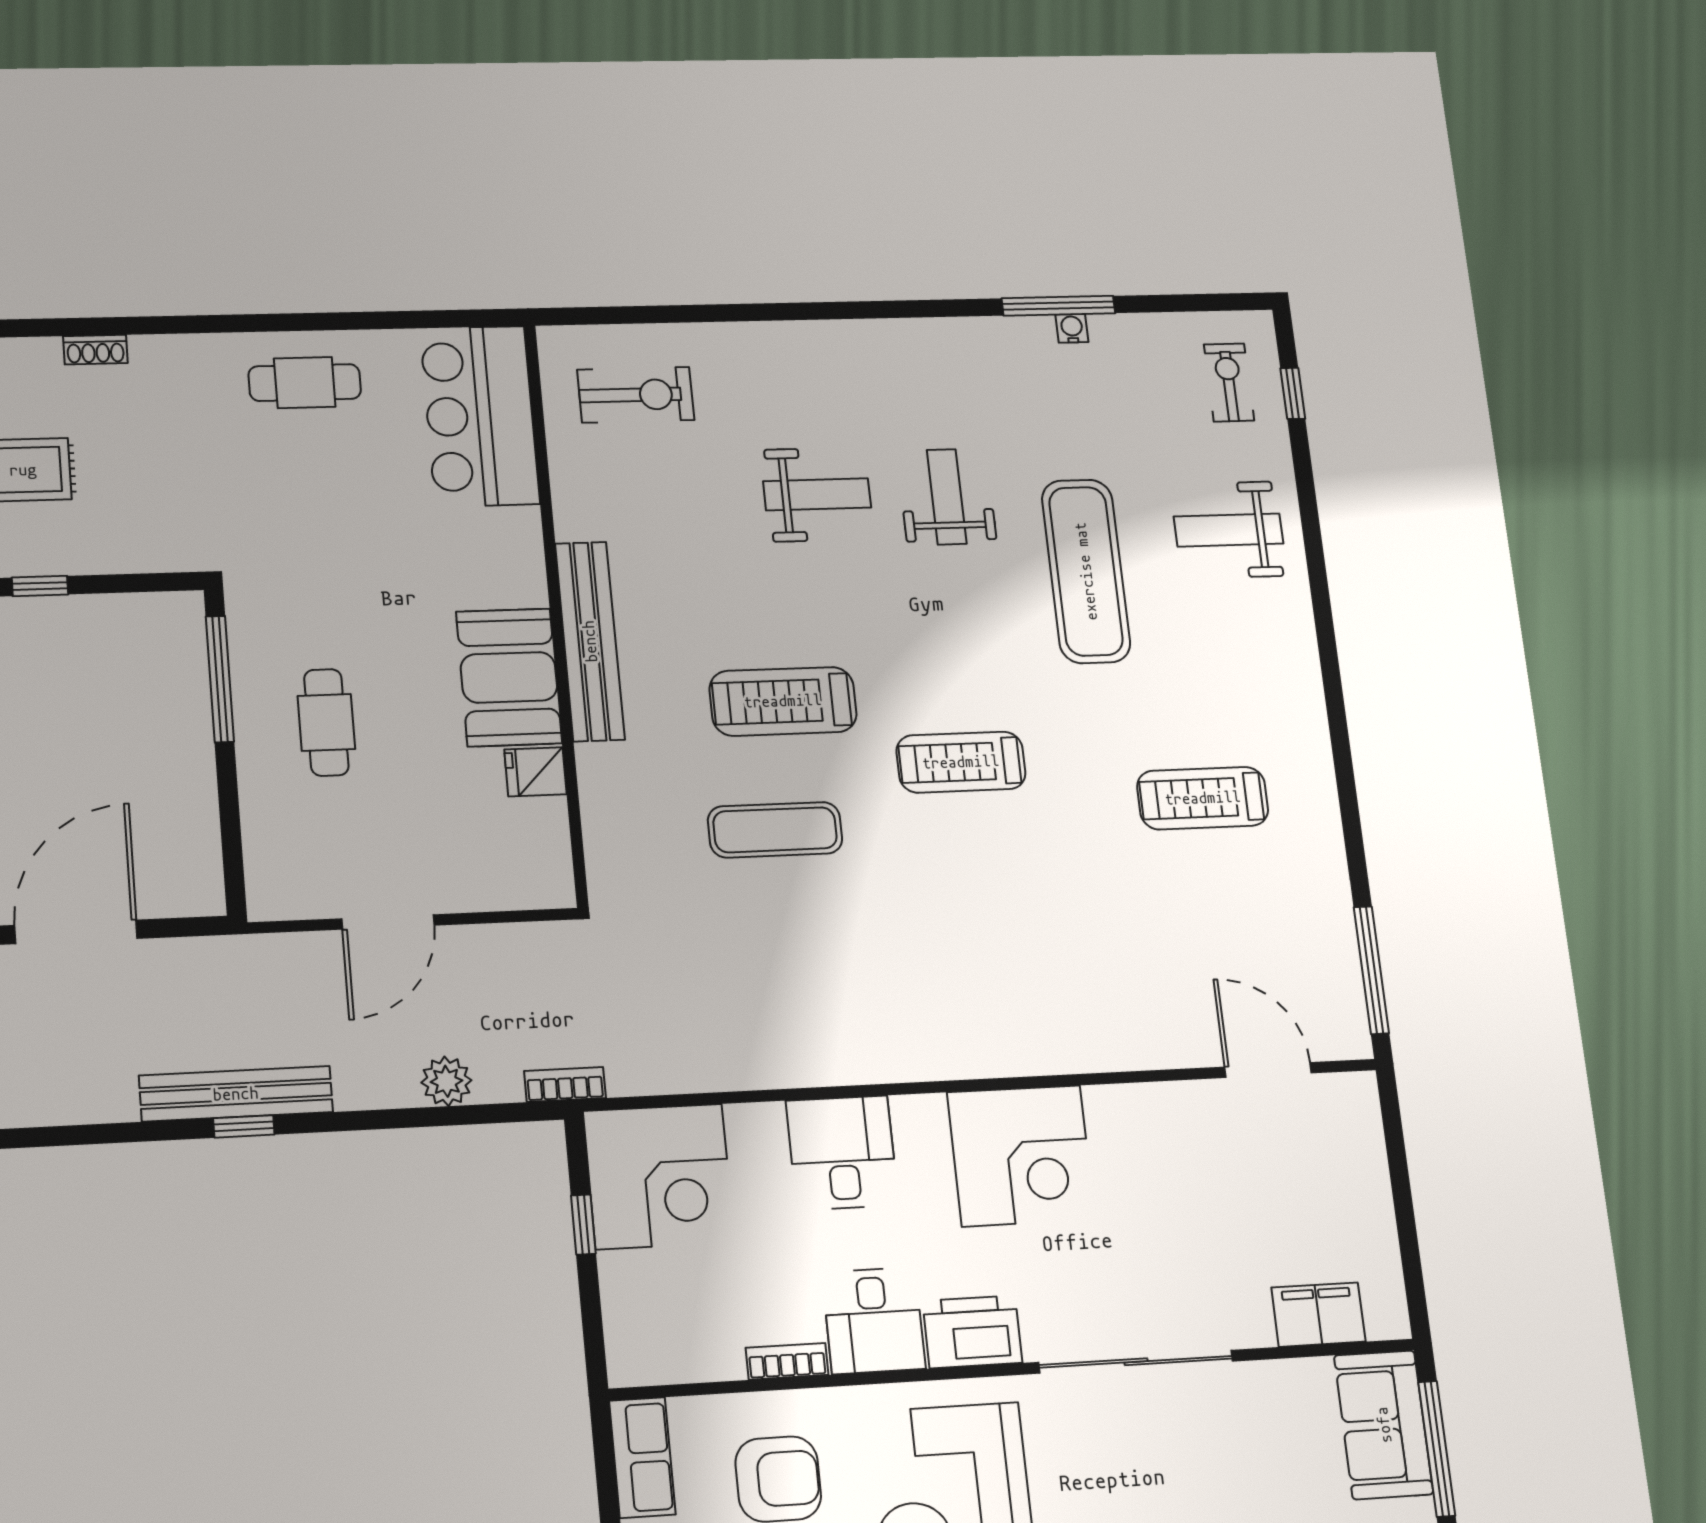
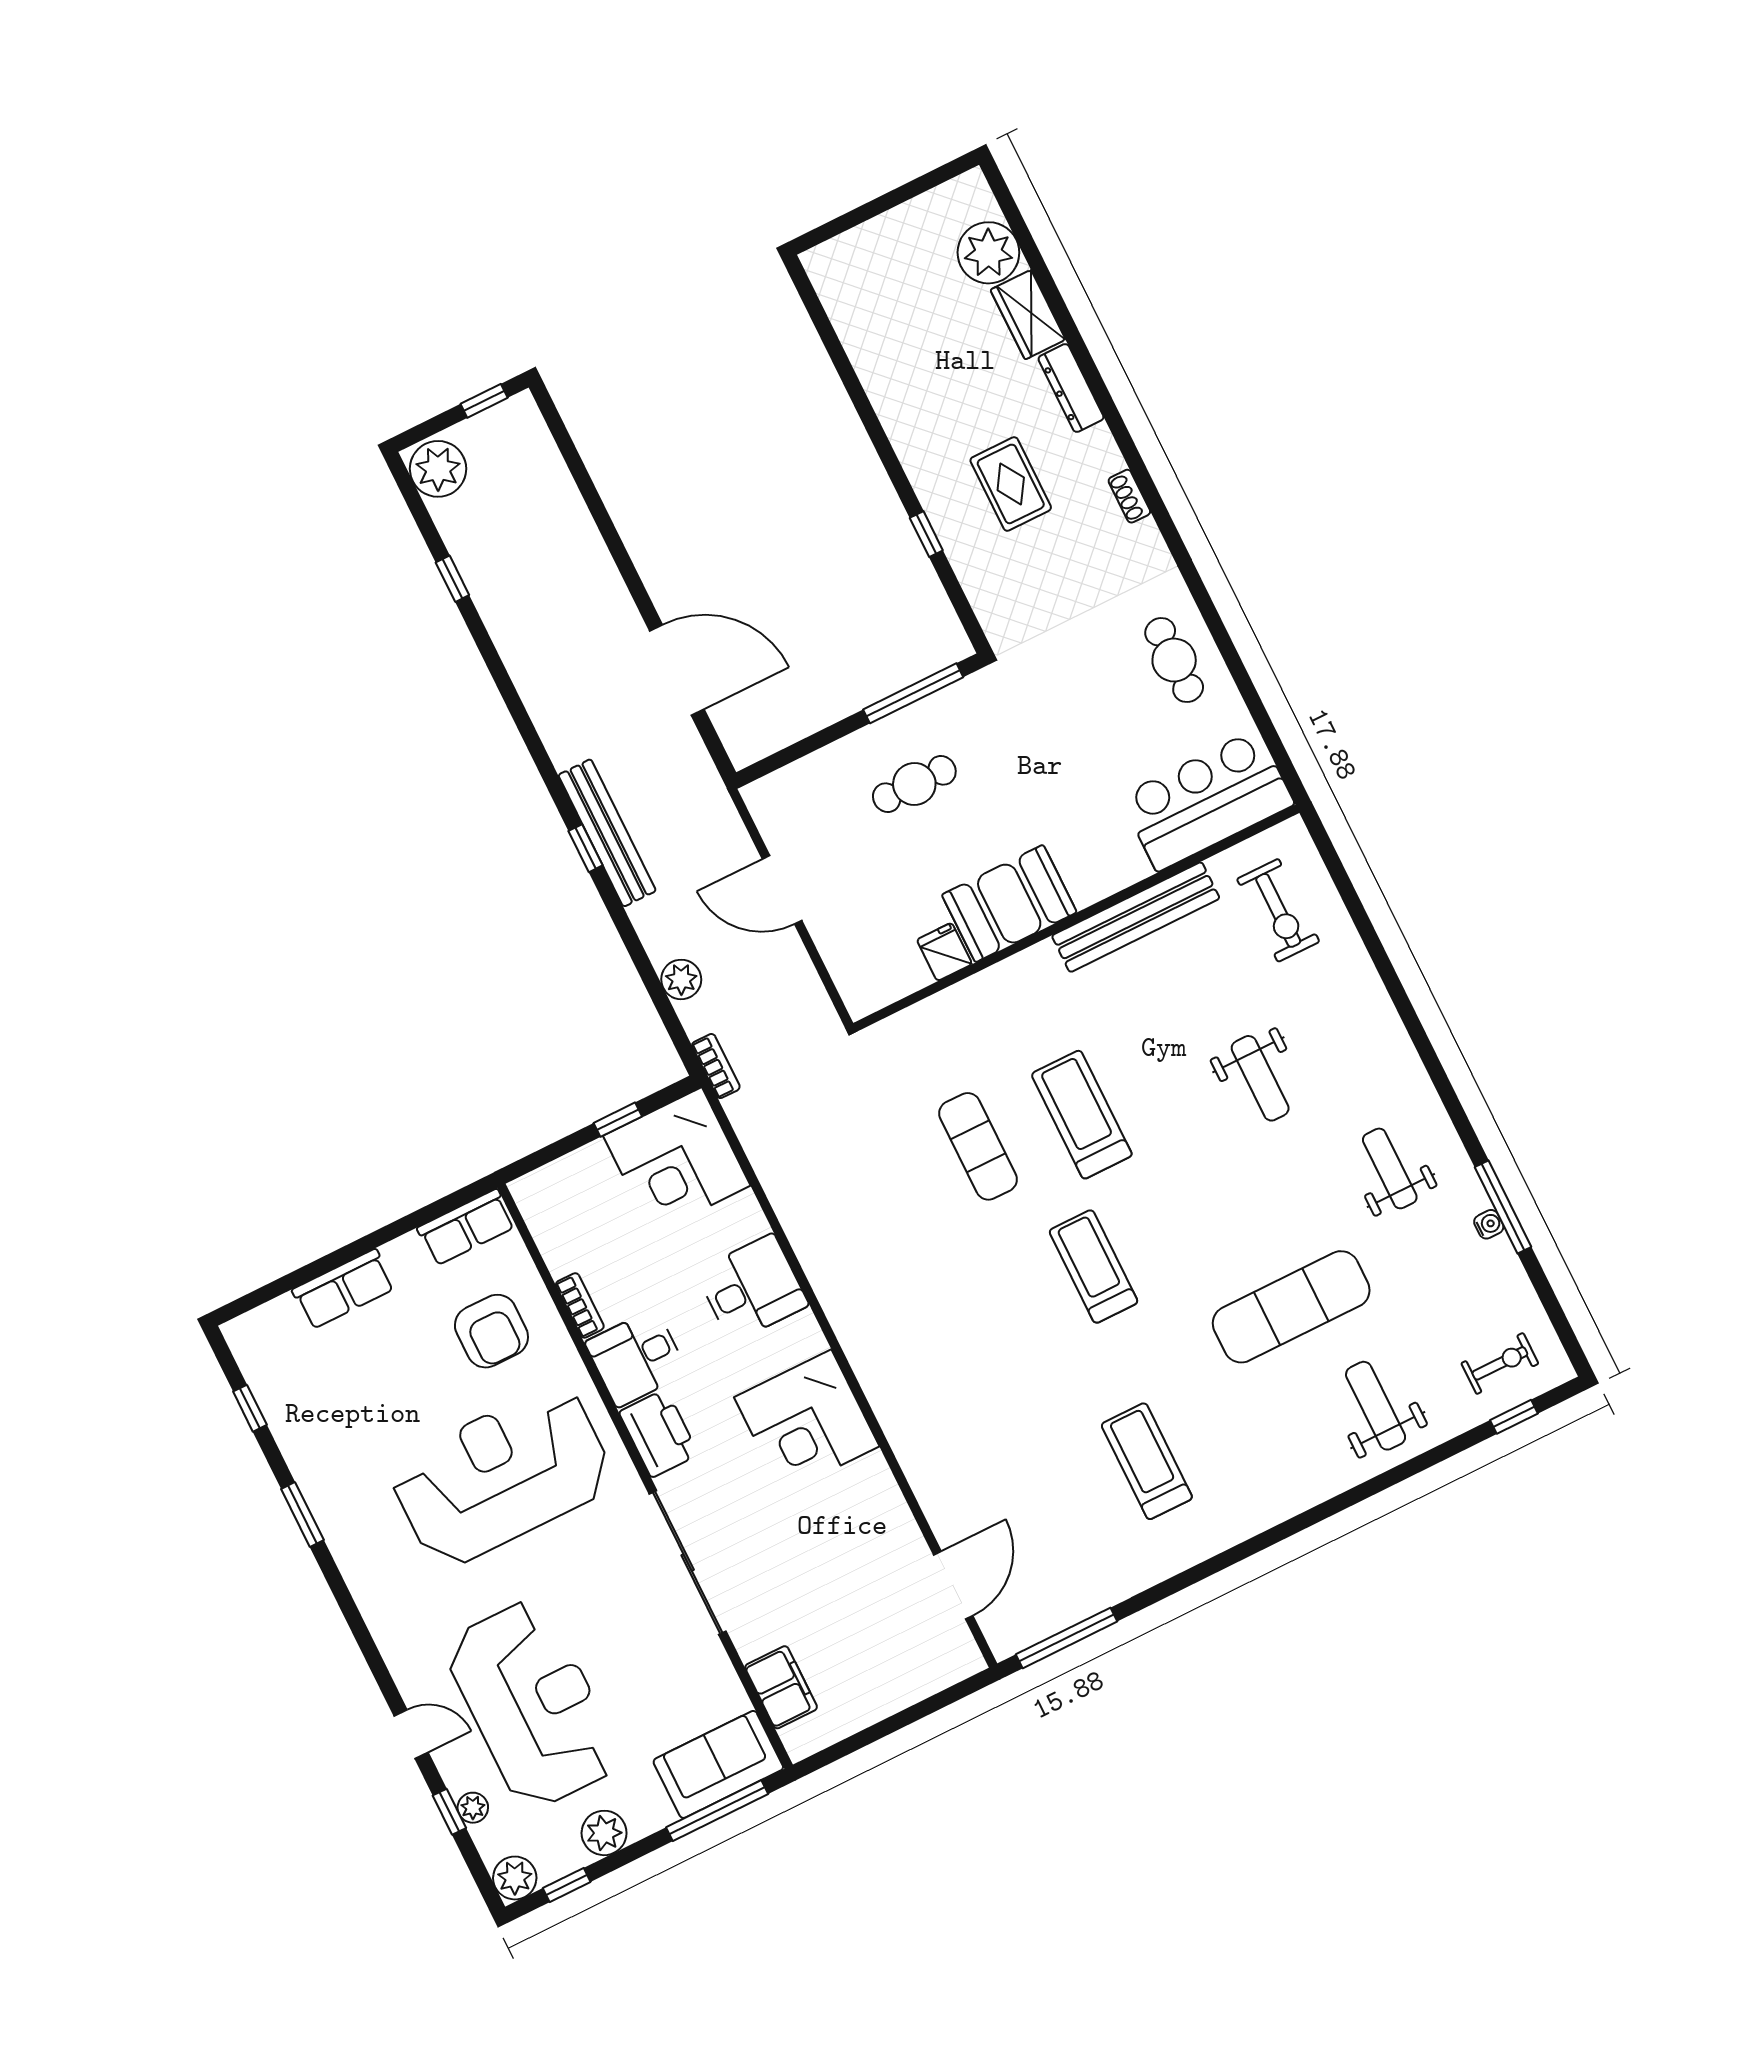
weight bench: (947, 497) -> (1390, 1168), moved, turned -90
bench: (590, 641) -> (1136, 917), moved

